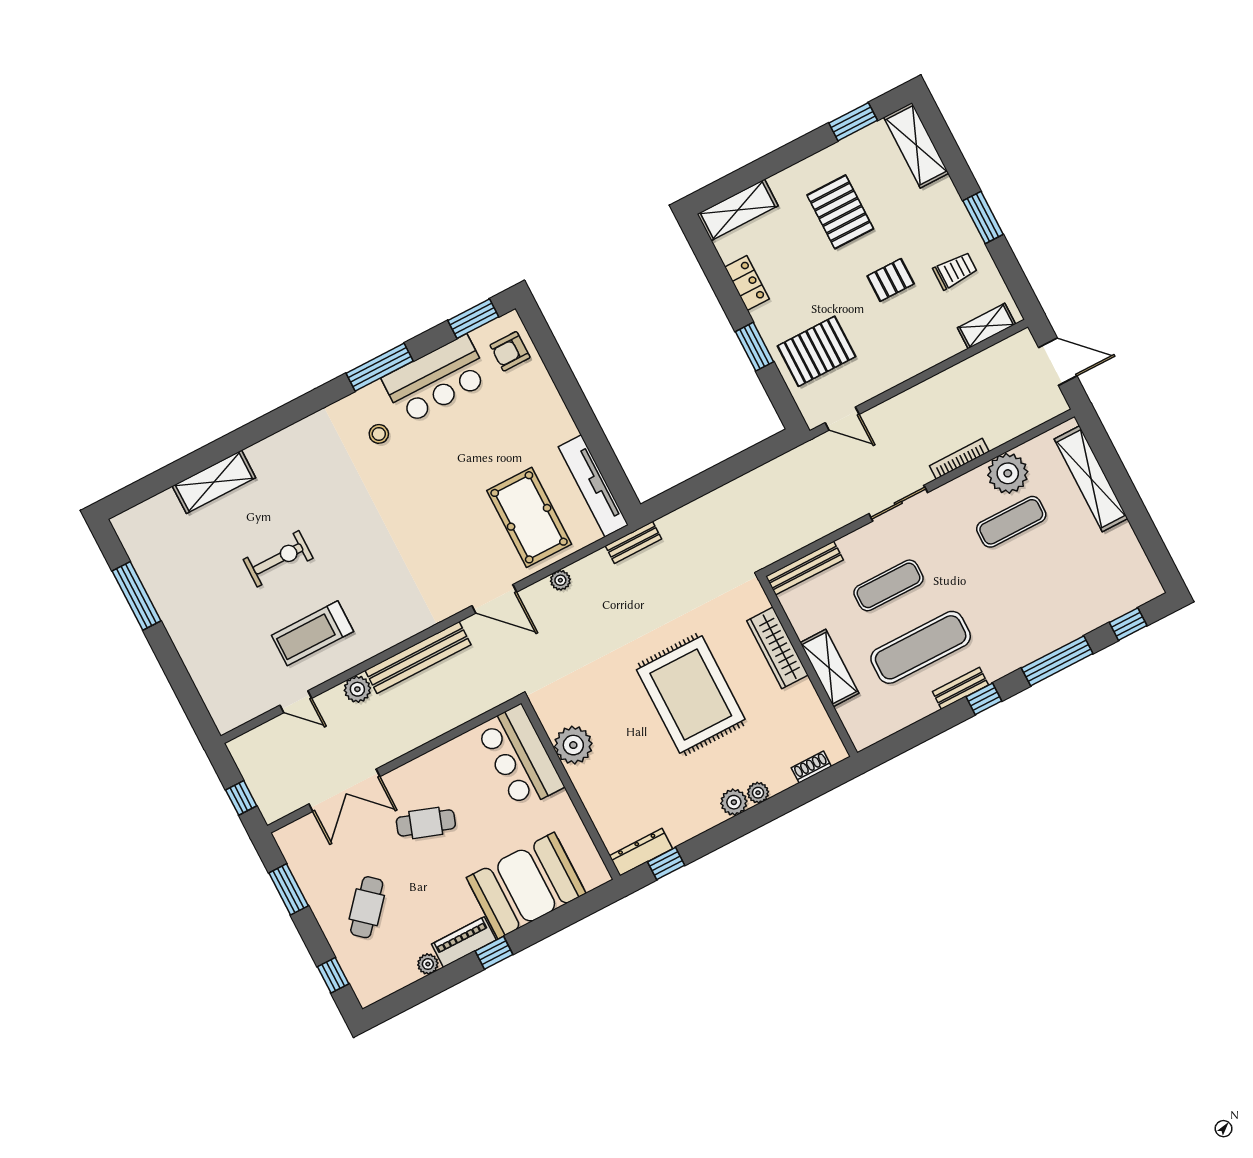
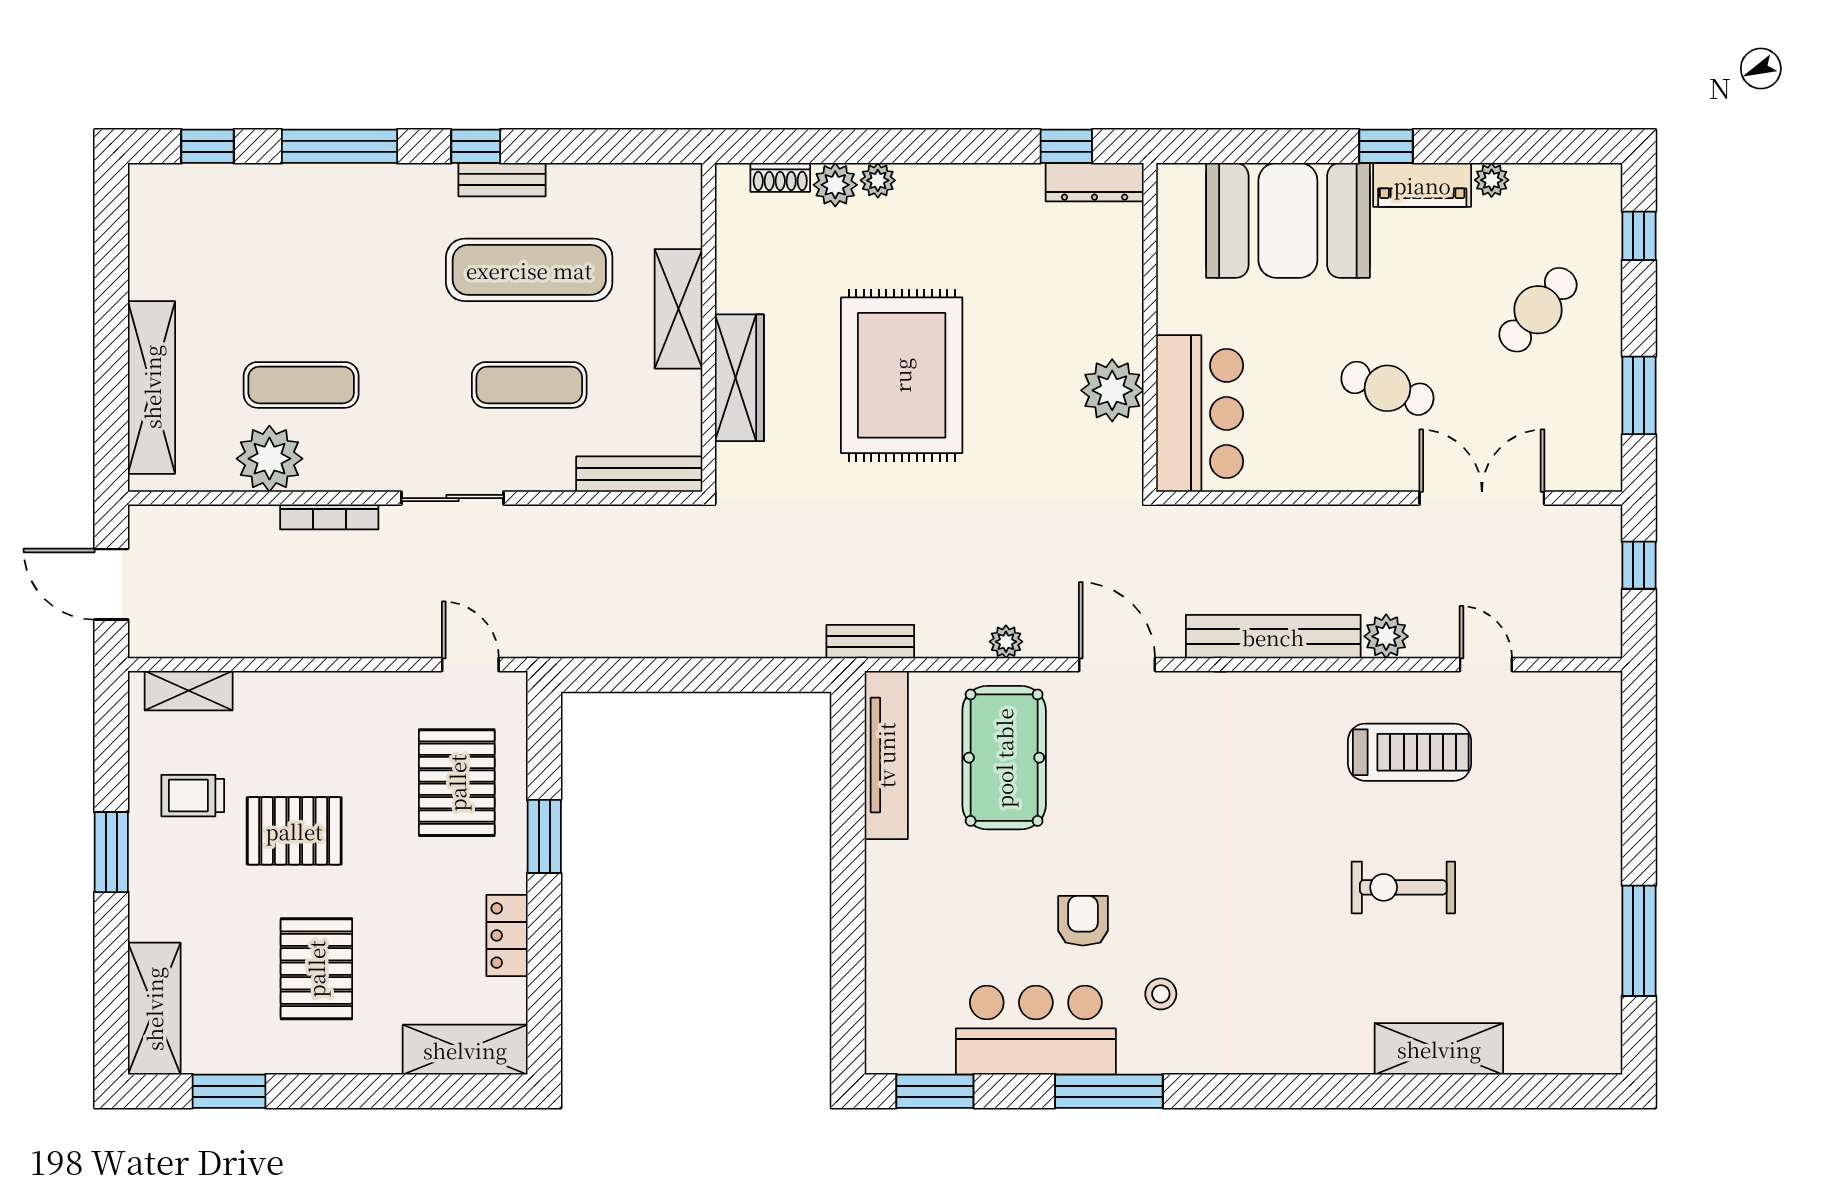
pallet: (891, 280) -> (294, 831), width x1.50, depth x1.42
armchair: (510, 351) -> (1083, 921), moved, turned -90
pallet: (817, 351) -> (457, 783), turned 90
plant: (734, 802) -> (835, 185), moved

